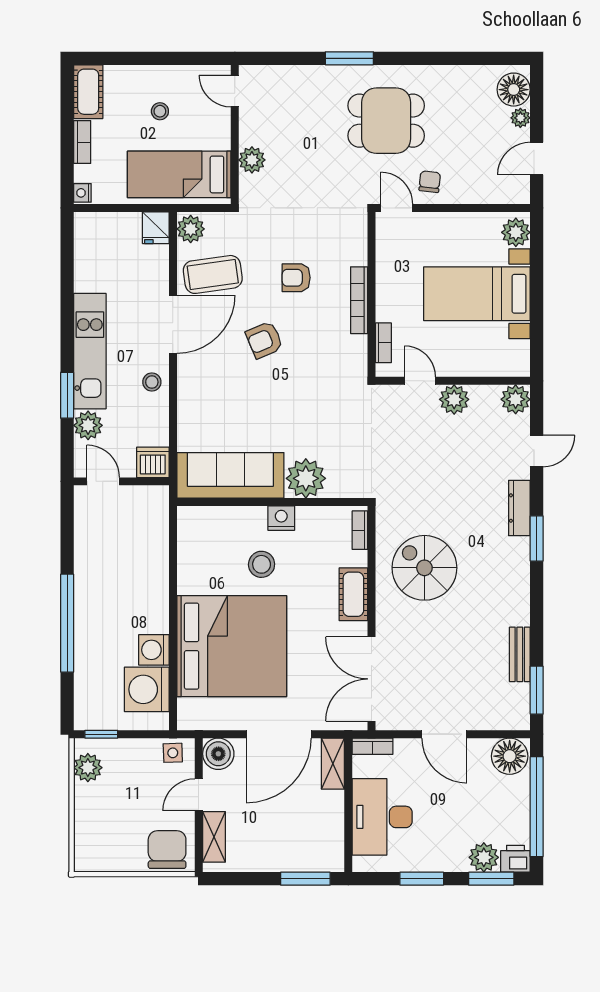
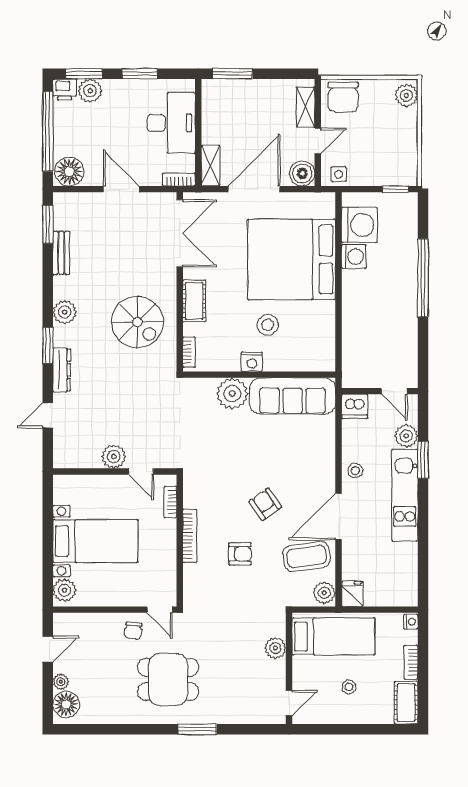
door: (235, 91) -> (289, 703), hinge flipped
armchair: (264, 340) -> (265, 504), turned -102
plant: (516, 399) -> (65, 312), moved
plant: (88, 768) -> (406, 95), moved

